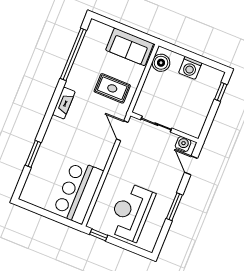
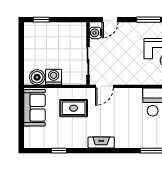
window: (73, 54) -> (59, 151), width x0.32
washing machine: (190, 68) -> (54, 77), moved, turned -90
rug: (112, 88) -> (74, 108), turned 90

